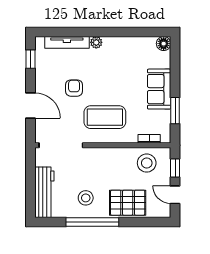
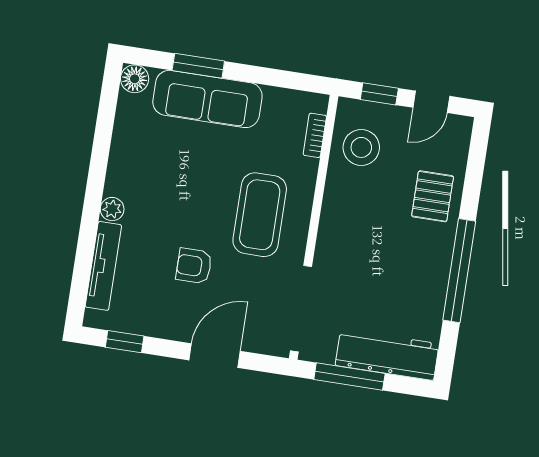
sofa: (159, 89) -> (207, 99), width x1.36
window: (175, 111) -> (198, 66), moved
window: (31, 175) -> (349, 376), added
stool: (86, 198) -> (411, 276), removed
pallet: (128, 203) -> (433, 196), width x0.67, depth x0.71

